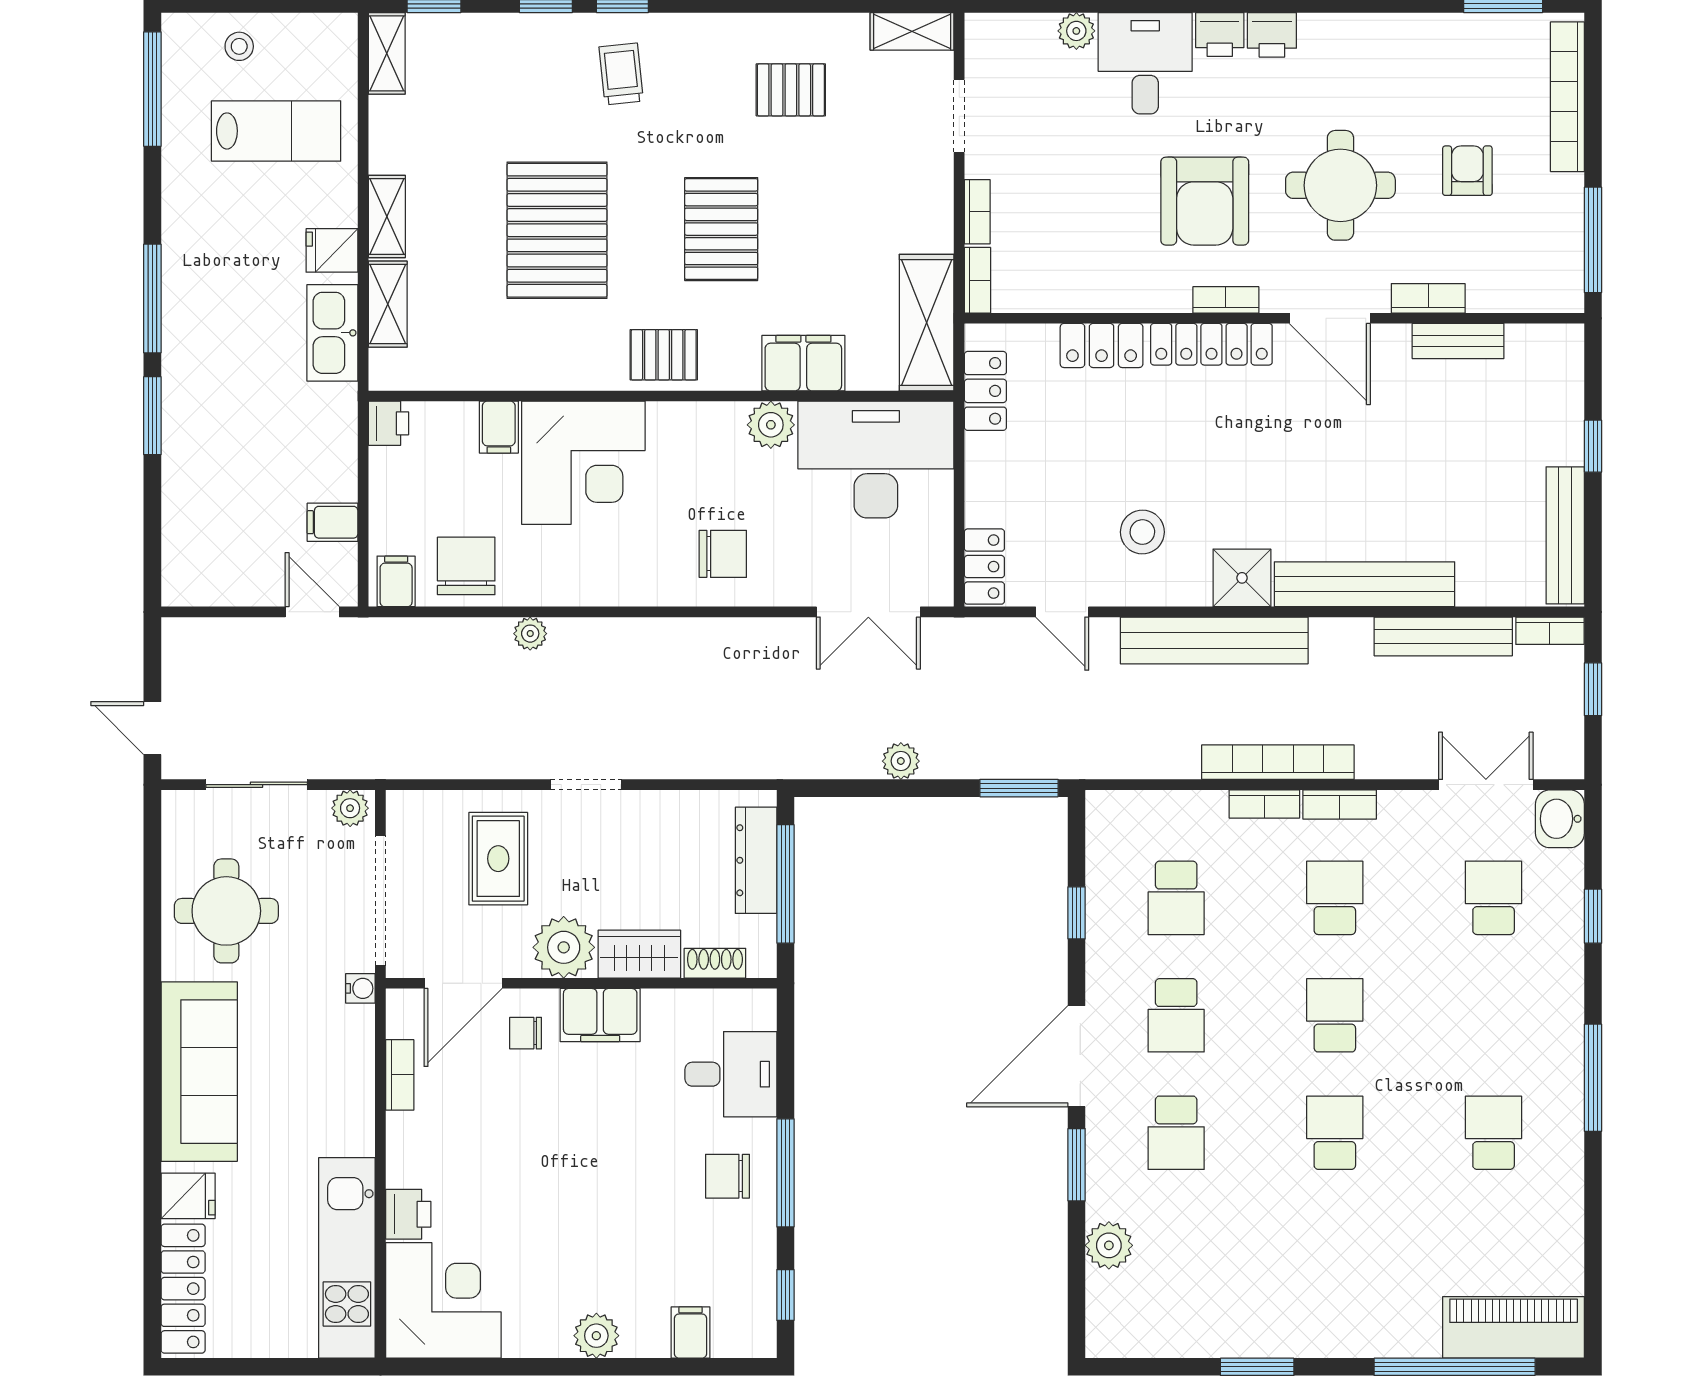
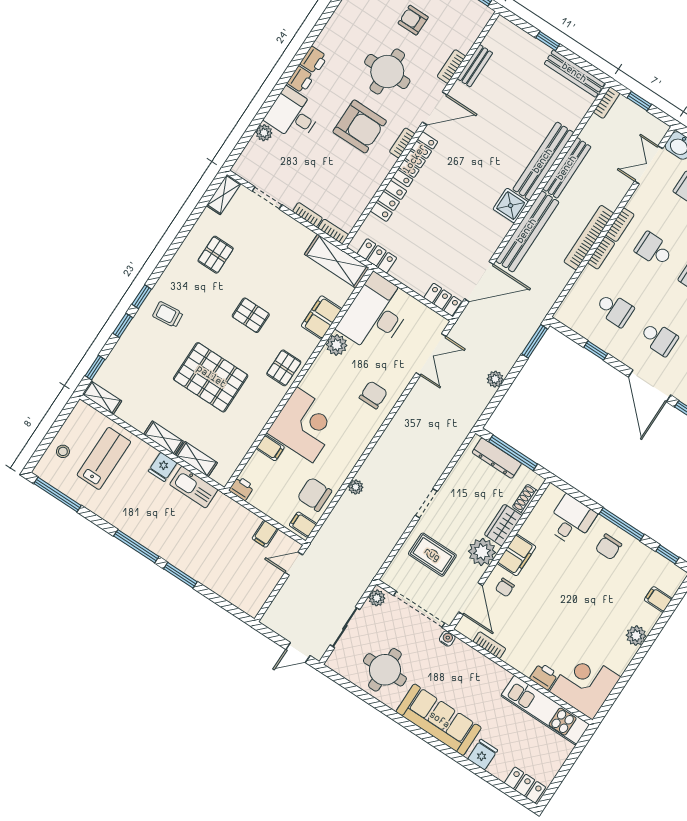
pallet: (721, 229) -> (251, 315), width x0.67, depth x0.71
stool: (1142, 532) -> (469, 232), removed
door: (1062, 612) -> (479, 282), width x1.88
bench: (1443, 636) -> (567, 168), moved
locker: (183, 1289) -> (525, 785), width x0.66

